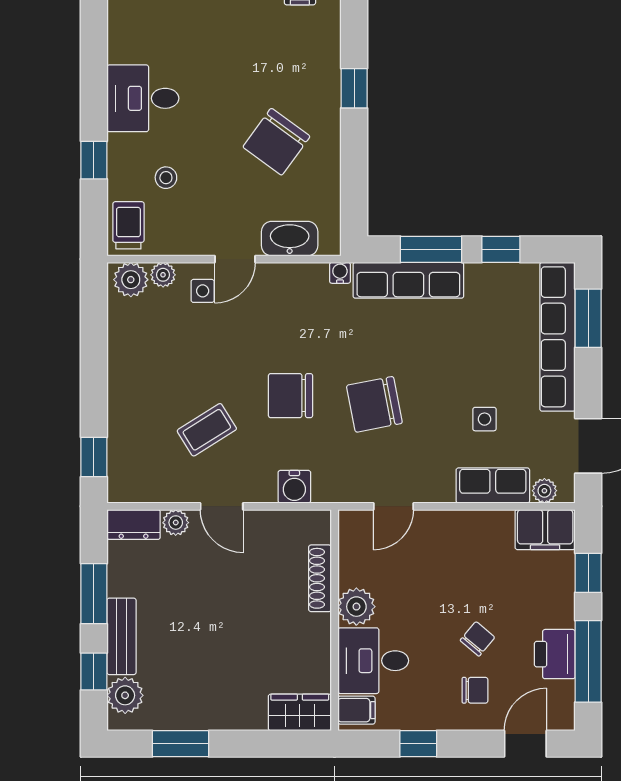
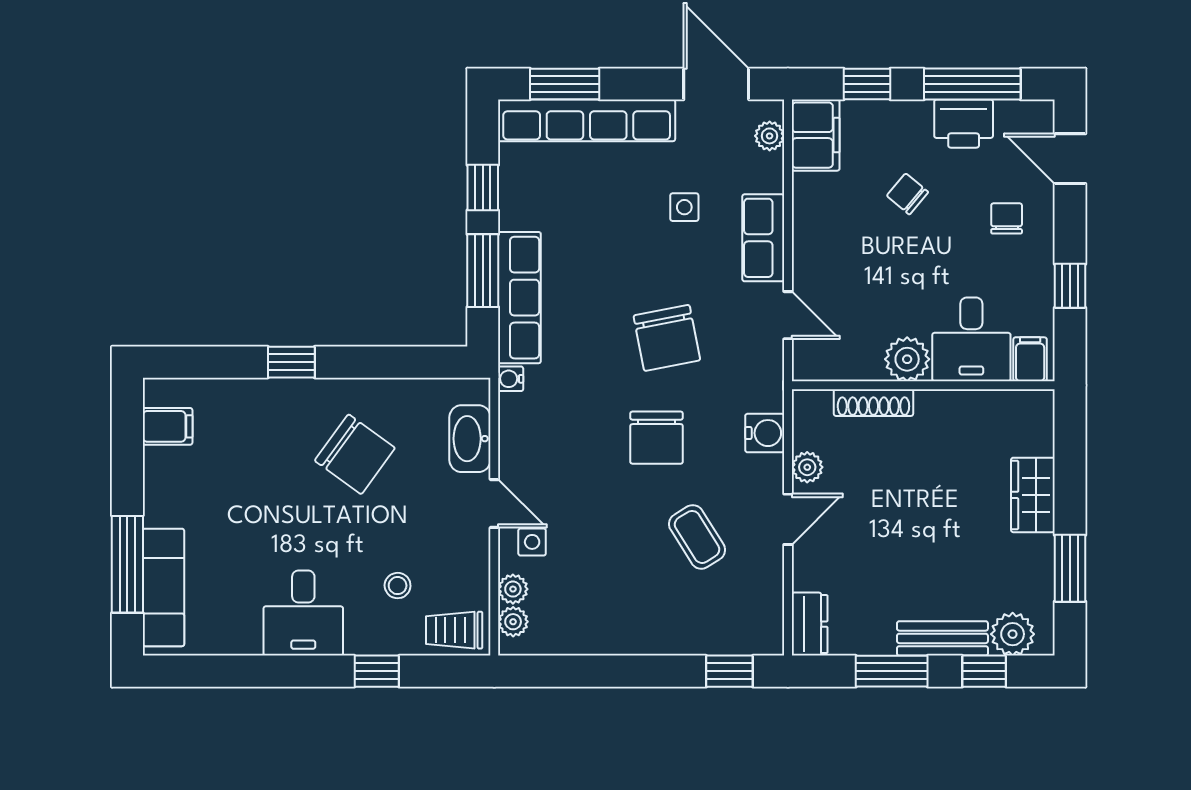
plant: (131, 280) -> (513, 622), width x0.73, depth x0.73
row of seats: (493, 485) -> (763, 238), moved
plant: (176, 523) -> (807, 467), moved
chair: (477, 639) -> (908, 194), moved
wardrobe: (300, 712) -> (1033, 495), moved

